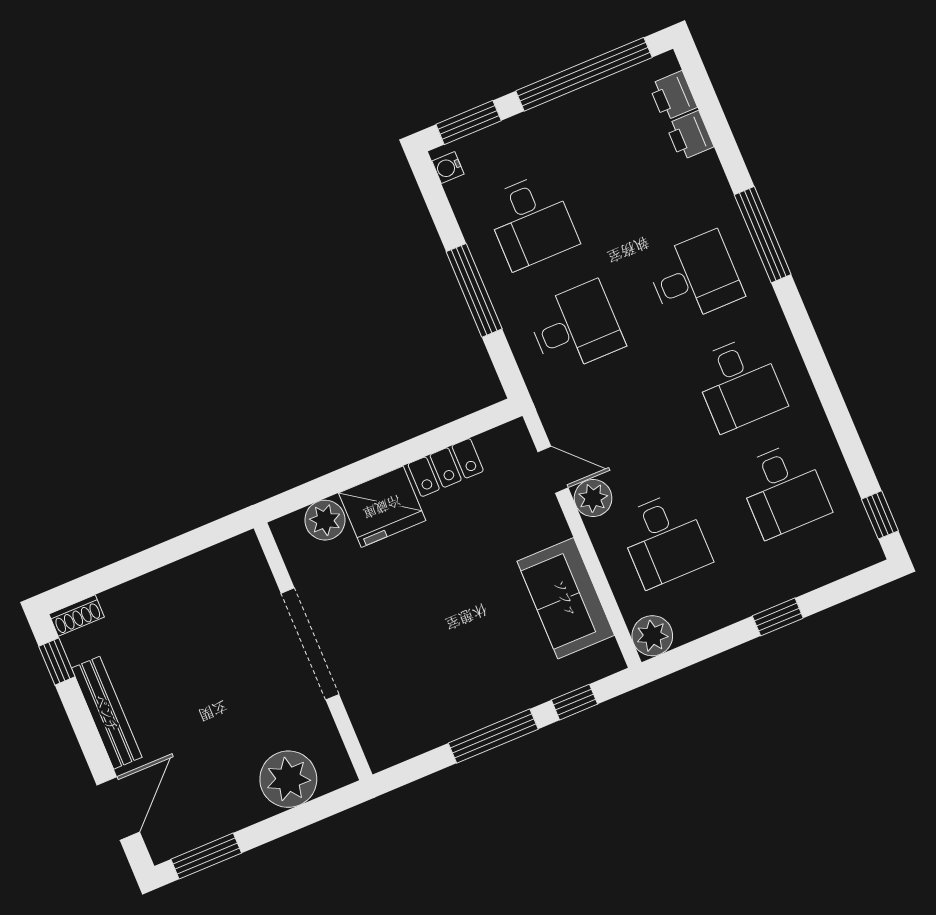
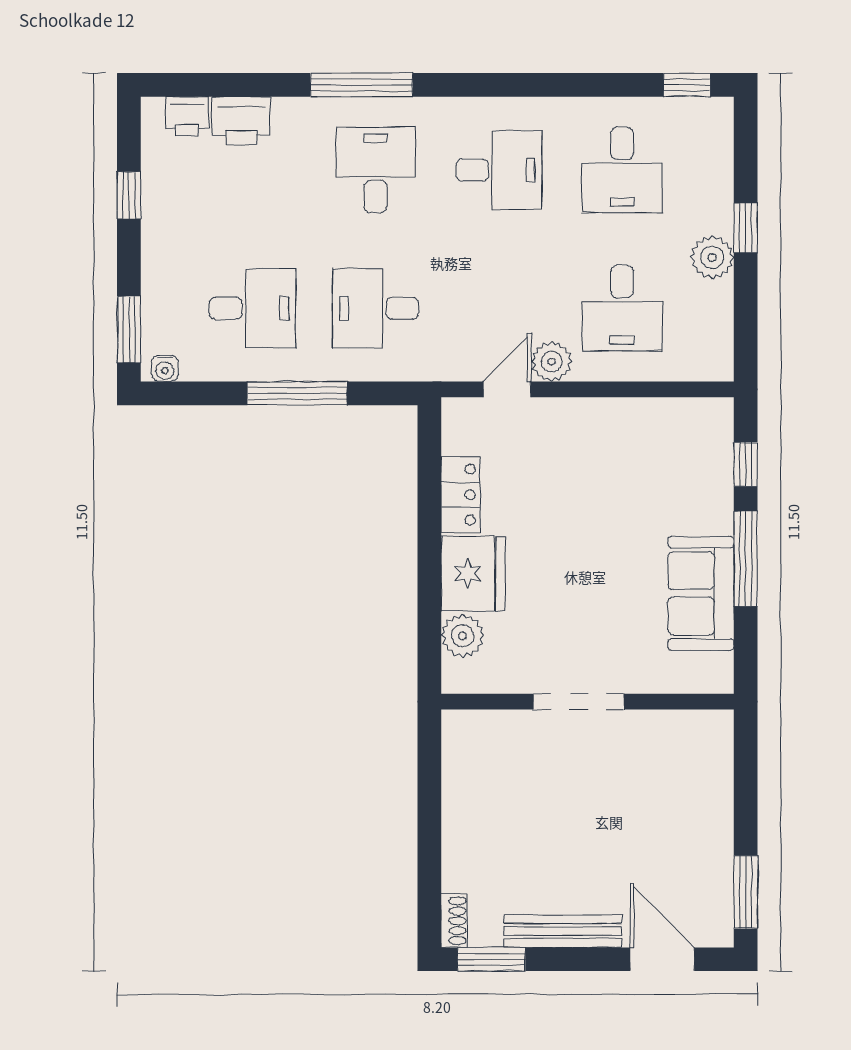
window: (584, 74) -> (129, 195), width x0.32
printer: (690, 136) -> (241, 121), width x1.36, depth x1.24
desk: (576, 327) -> (376, 308), turned -90
desk: (783, 490) -> (622, 170), turned 90
desk: (664, 540) -> (622, 308), turned 90
sofa: (566, 598) -> (701, 593), moved, turned 90
plant: (652, 636) -> (712, 257), moved
doorway: (310, 644) -> (579, 702), width x0.73
window: (57, 662) -> (491, 959), width x1.50
plant: (288, 779) -> (704, 779), removed

